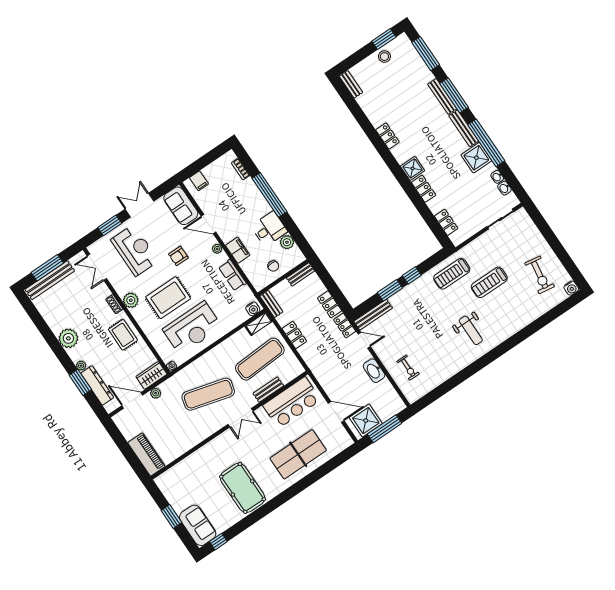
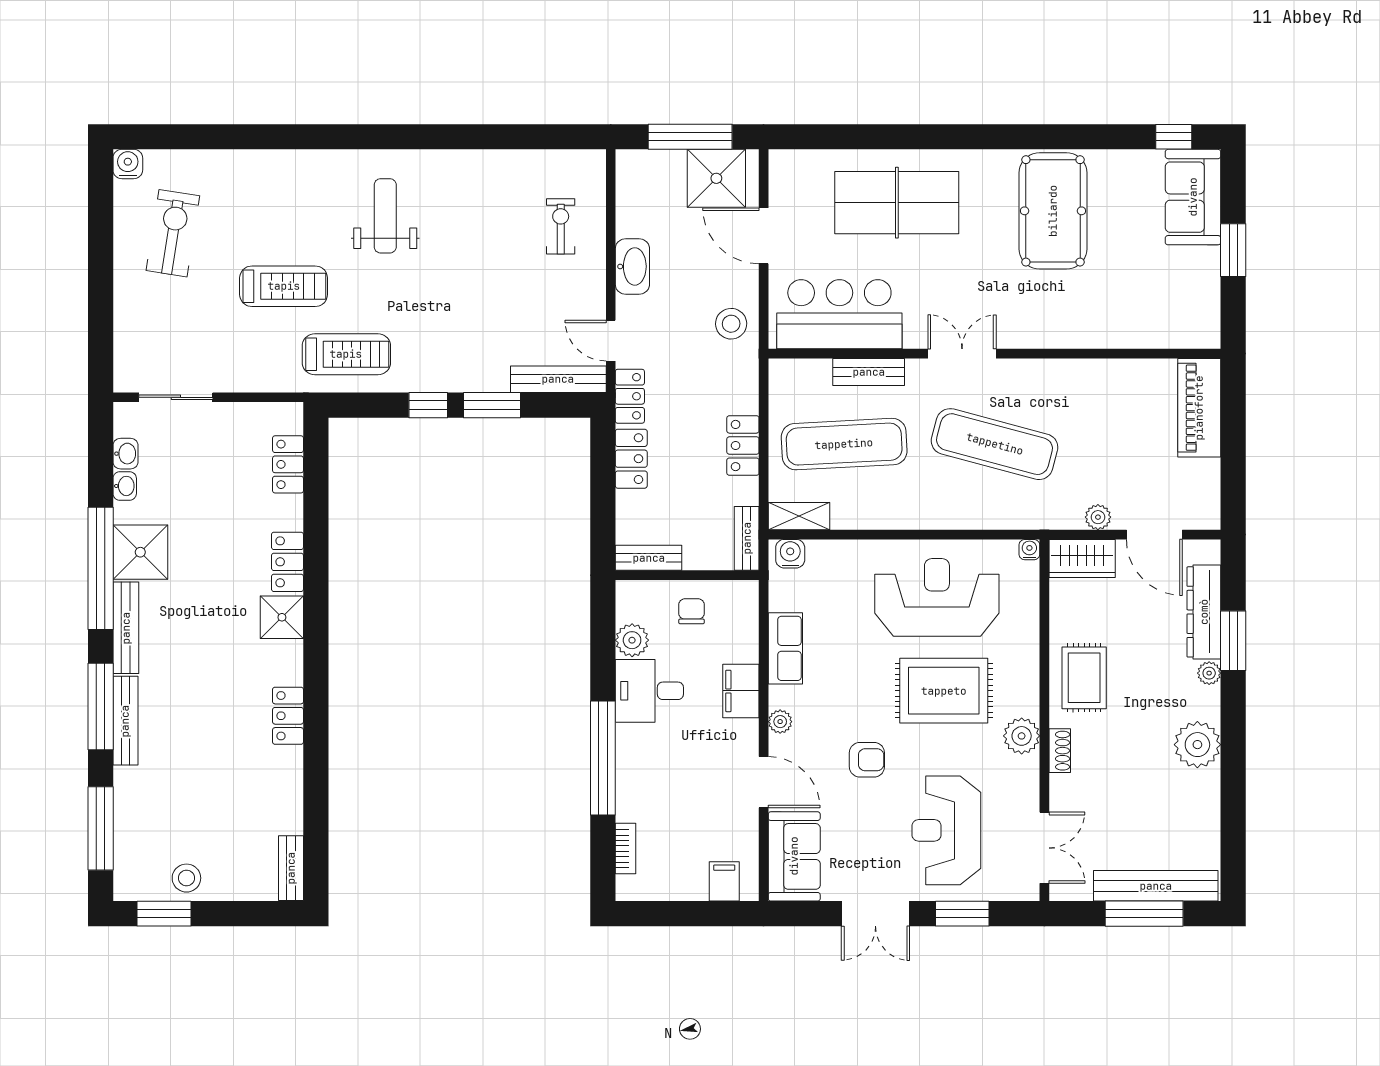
stool: (327, 374) -> (731, 324), added

